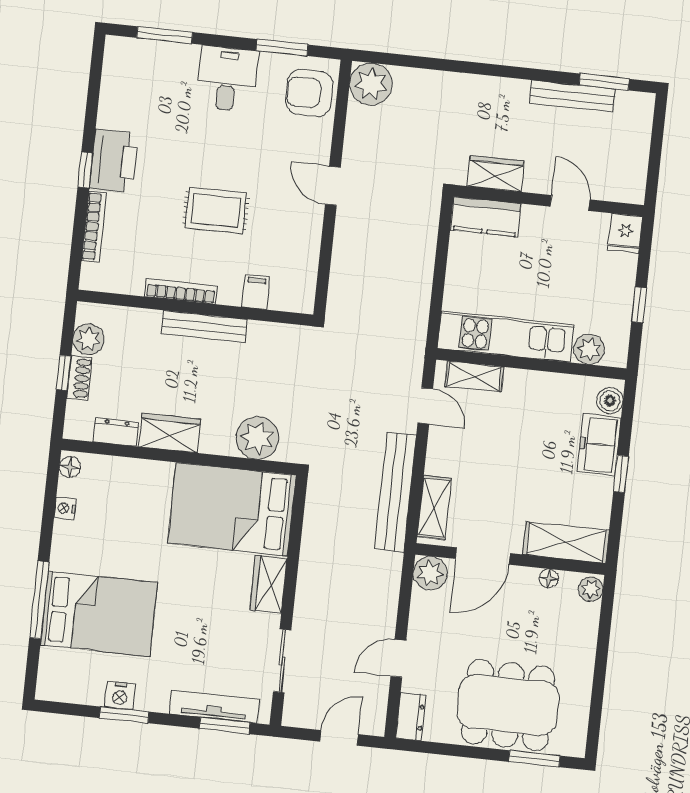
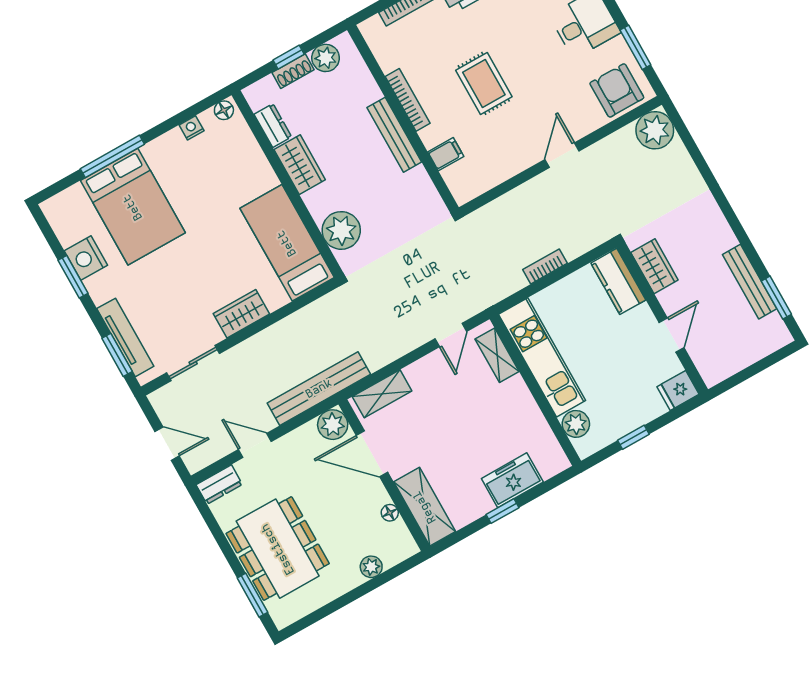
bookcase: (424, 274) -> (545, 266), added
boiler: (610, 401) -> (549, 465), removed
bench: (396, 492) -> (319, 389), moved
bed: (232, 509) -> (287, 243), width x0.67
plant: (591, 589) -> (371, 567), moved
nightstand: (120, 696) -> (86, 258), width x1.36, depth x1.33

